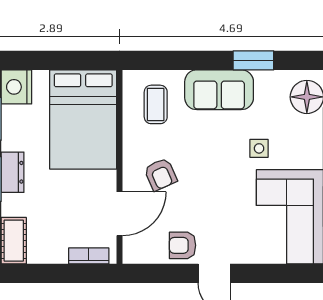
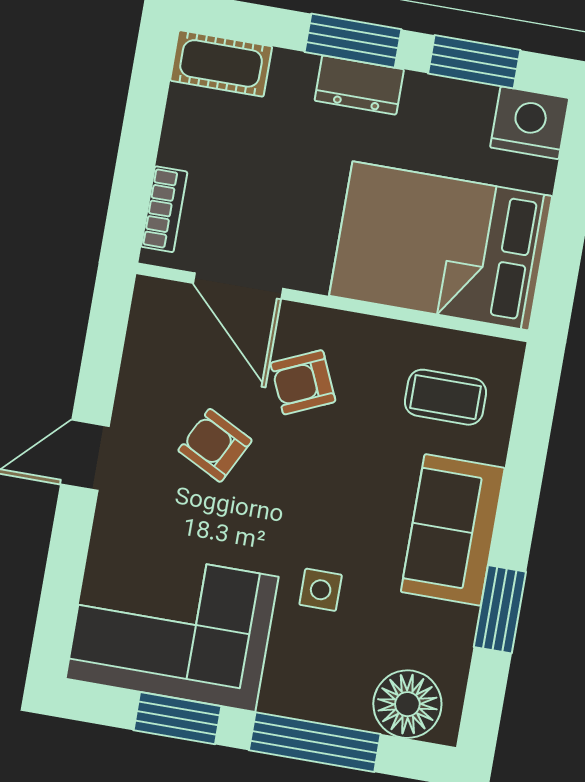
armchair: (182, 245) -> (215, 445), moved, turned -63

